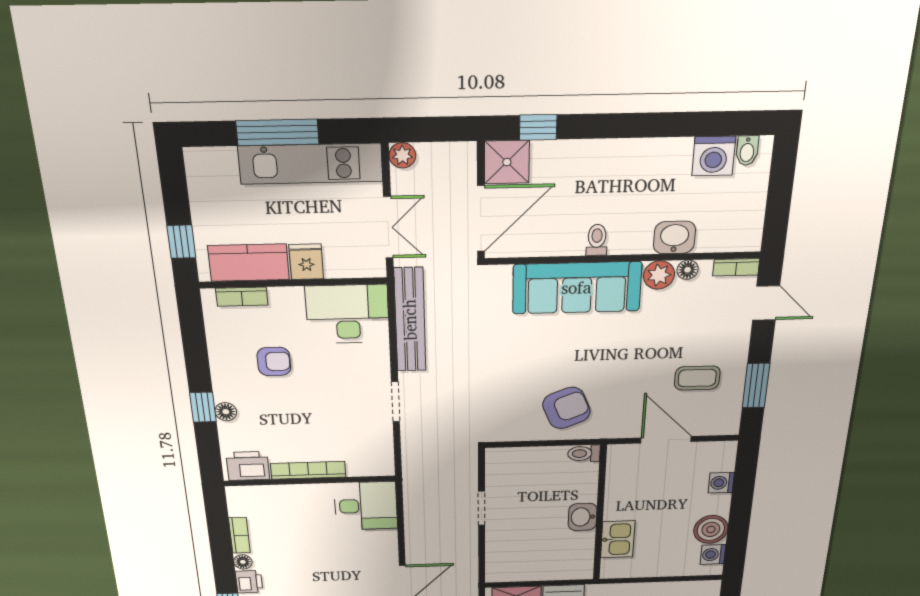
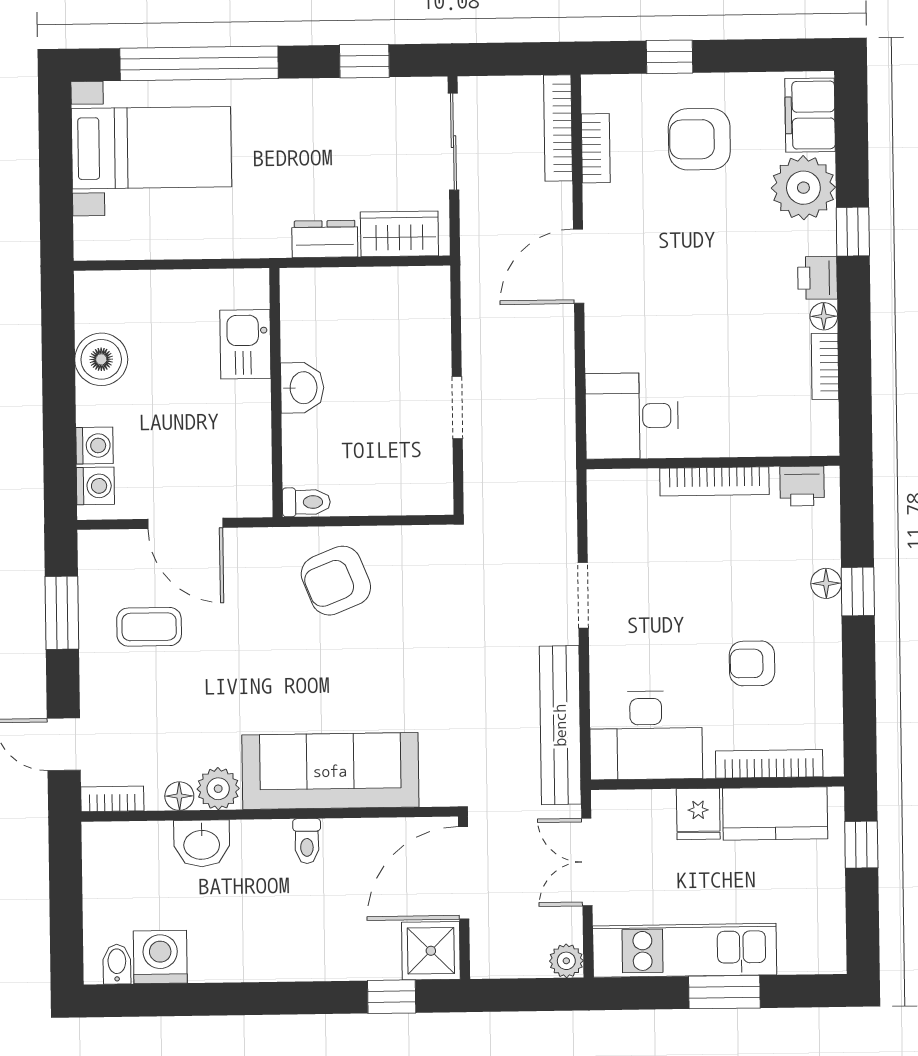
window: (278, 132) -> (724, 992), width x0.69
bookcase: (242, 297) -> (769, 764), width x1.56
printer: (248, 466) -> (802, 486), width x0.73, depth x0.81
washing machine: (713, 555) -> (95, 486), moved

